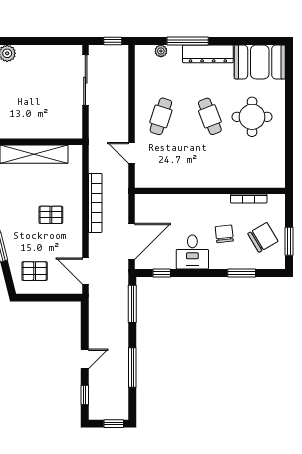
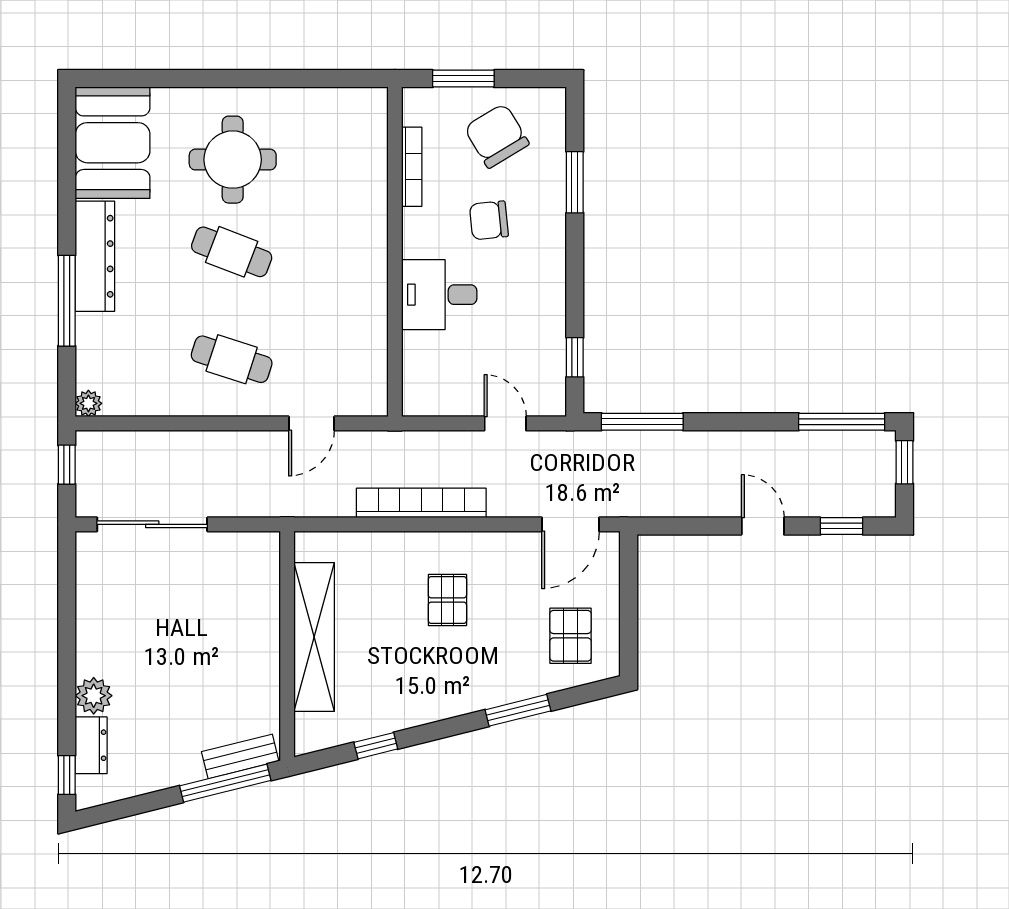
plant: (161, 51) -> (88, 403), moved
cafe table: (210, 116) -> (232, 252), turned 42
door: (132, 241) -> (505, 423), width x0.53
window: (289, 241) -> (463, 79), moved
desk: (192, 252) -> (439, 295), moved, turned 180
window: (132, 368) -> (842, 422), moved

